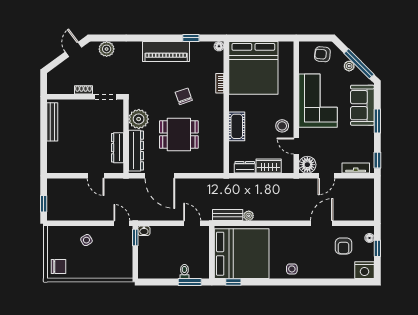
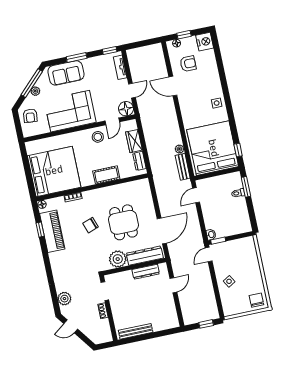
piano: (166, 51) -> (52, 231), moved
door: (326, 176) -> (132, 91), hinge flipped

